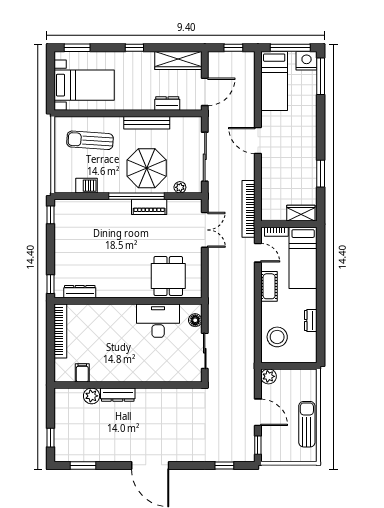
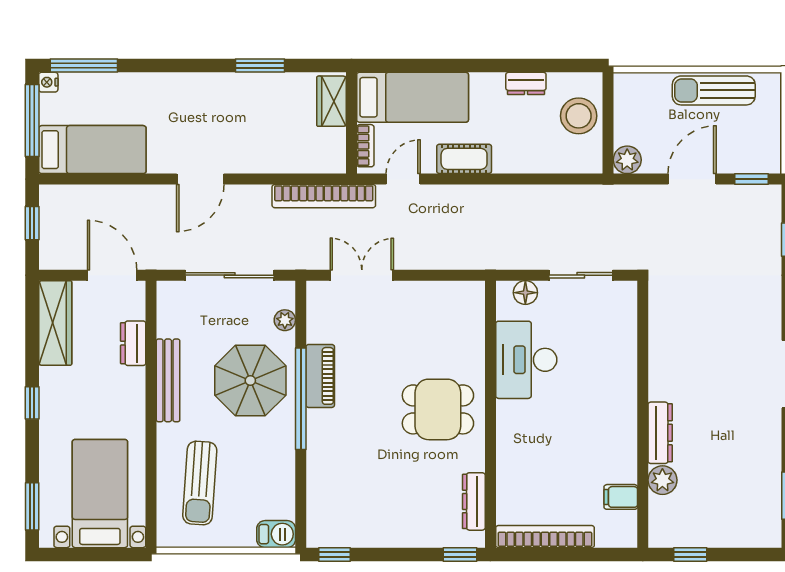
nightstand: (307, 61) -> (48, 82), width x0.53, depth x0.56
barbecue: (86, 186) -> (276, 534), moved, turned 90
dining table: (168, 276) -> (438, 409), moved
stool: (277, 337) -> (579, 116), moved
window: (51, 438) -> (690, 554), moved

